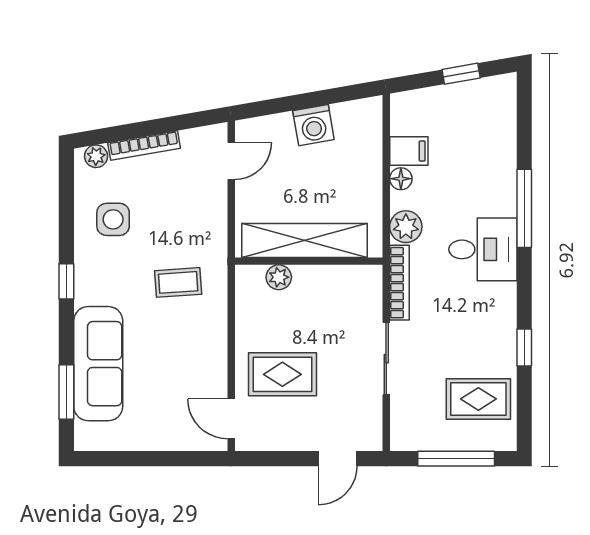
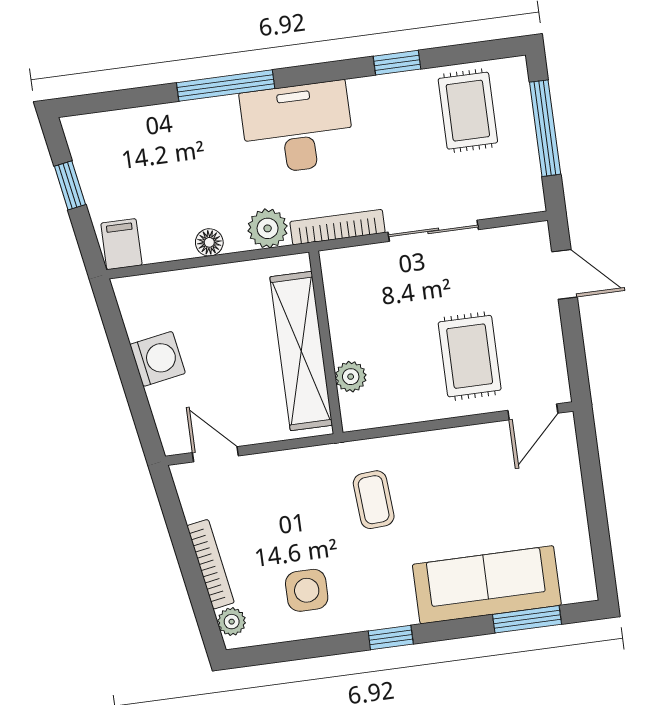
filing cabinet: (409, 151) -> (121, 244), moved
desk: (483, 249) -> (297, 128), width x1.37

